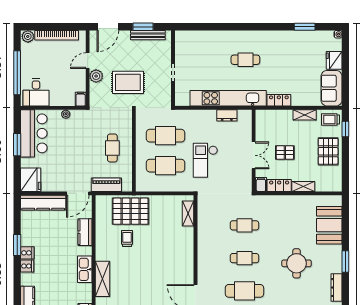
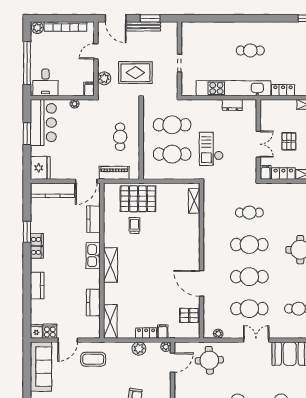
door: (108, 27) -> (116, 18), hinge flipped
bench: (148, 35) -> (144, 26), moved
plant: (96, 76) -> (104, 78), moved
pallet: (285, 153) -> (289, 141), turned 90
cafe table: (244, 258) -> (249, 245), width x1.37, depth x1.35

